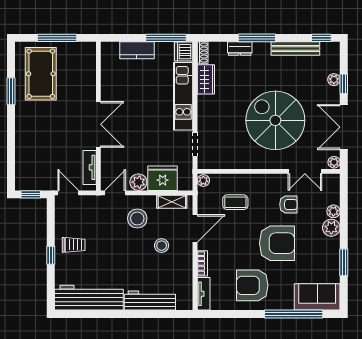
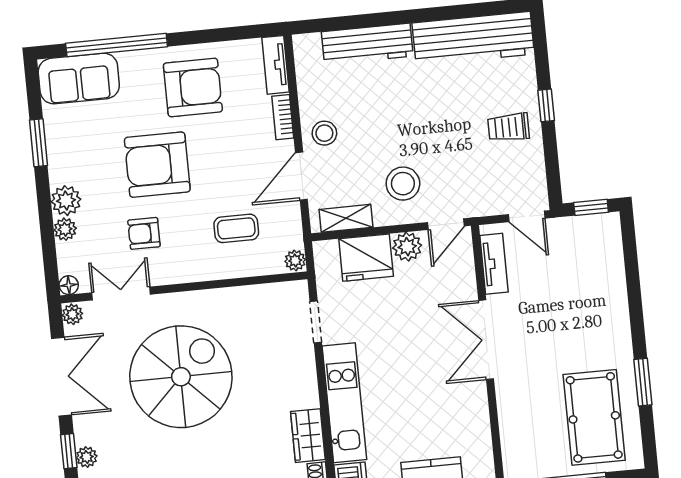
spiral stairs: (275, 120) -> (181, 377), turned -90
floor lamp: (335, 179) -> (69, 285), added
stool: (162, 246) -> (324, 133), moved

